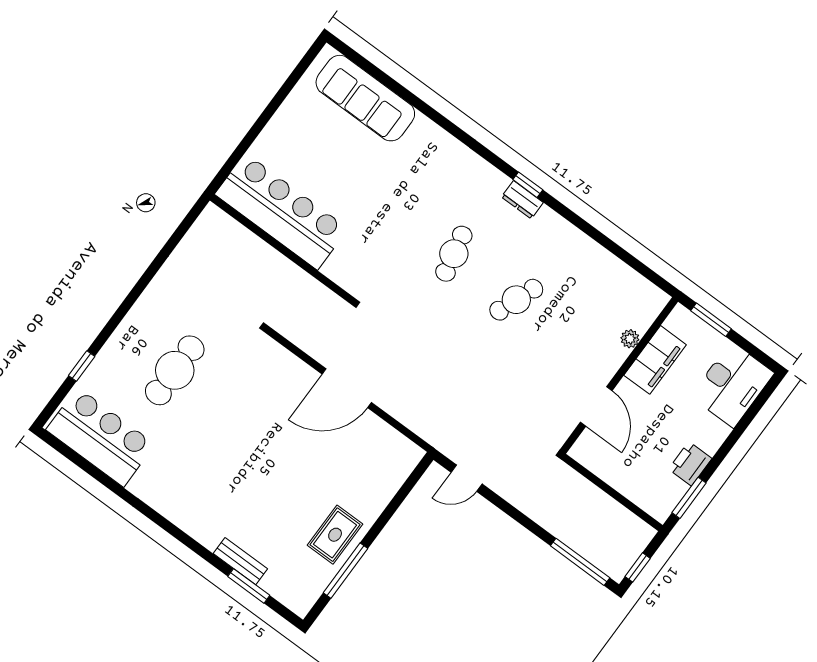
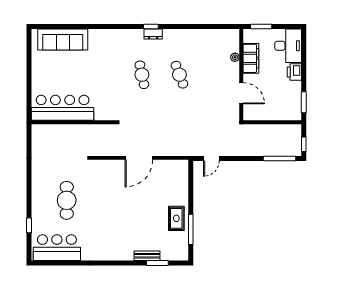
cafe table: (516, 300) -> (179, 75), turned -42
printer: (690, 464) -> (294, 72), moved

